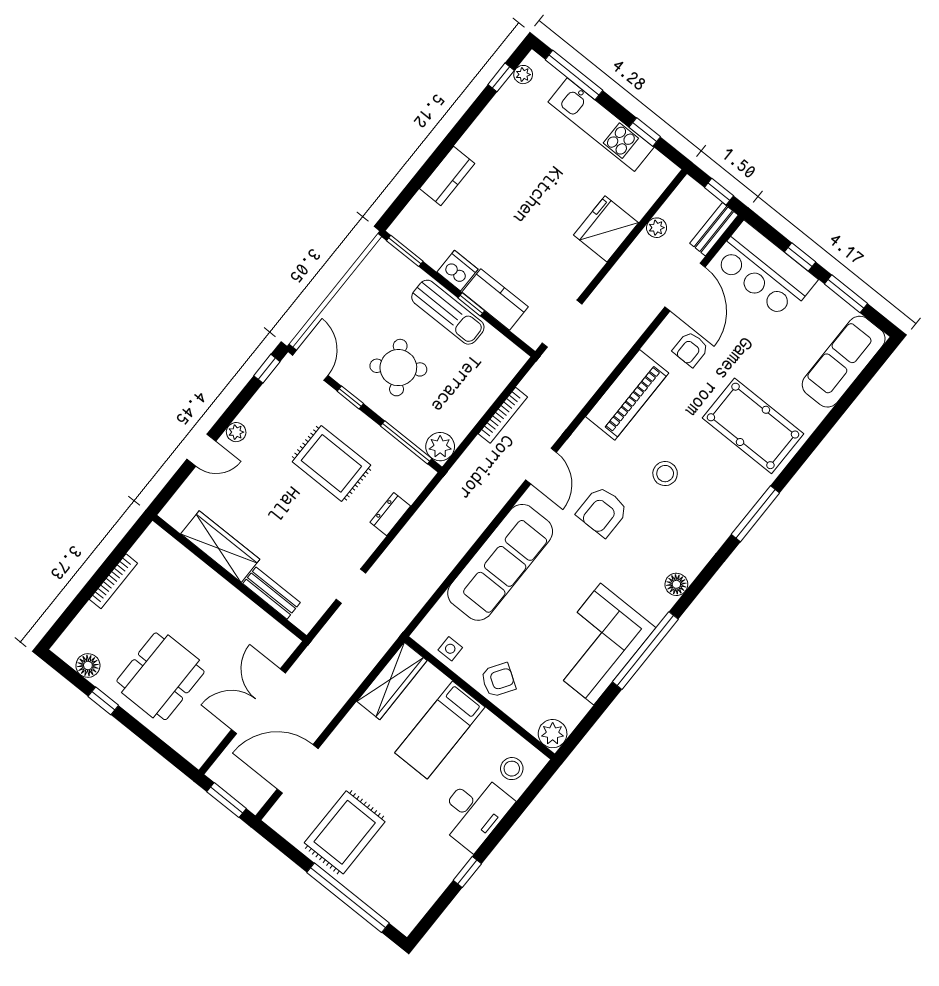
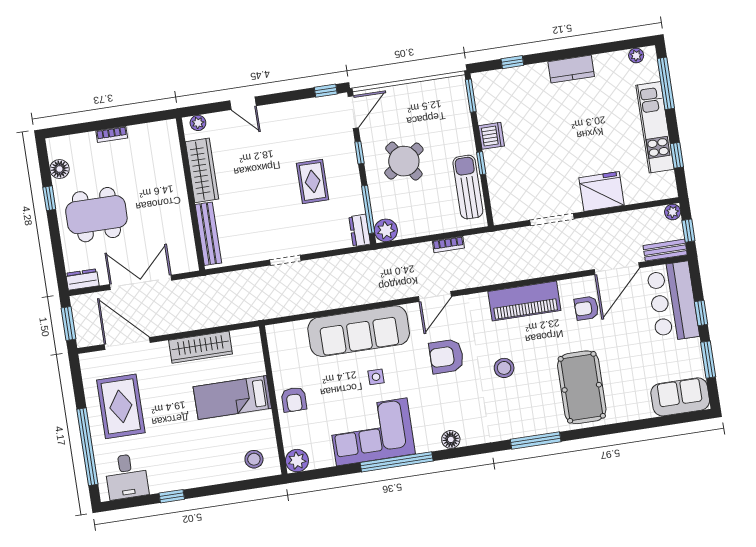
window: (501, 77) -> (512, 62), moved
kitchen counter: (447, 176) -> (571, 69), moved
plant: (657, 228) -> (673, 212), moved
kitchen counter: (495, 299) -> (498, 173), removed
sun lounger: (448, 312) -> (468, 187), moved, turned 180
doorway: (562, 324) -> (552, 219), moved
sofa: (844, 362) -> (680, 397), width x0.73
bookcase: (503, 415) -> (448, 244), width x0.64
plant: (236, 432) -> (198, 123), moved
rug: (331, 463) -> (313, 181), width x0.73, depth x0.70
dresser: (390, 514) -> (360, 230), moved, turned -90
bookcase: (113, 581) -> (112, 134), width x0.64
doorway: (351, 586) -> (285, 260), moved
bench: (272, 593) -> (208, 234), width x1.36
side table: (450, 649) -> (376, 377), moved
armchair: (498, 680) -> (294, 400), turned 57
wardrobe: (392, 681) -> (201, 347), moved
dresser: (202, 748) -> (82, 279), added
desk: (474, 811) -> (126, 476), moved, width x0.73
rug: (345, 832) -> (121, 406), turned 90

